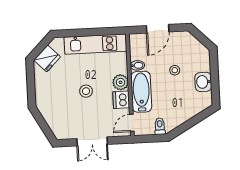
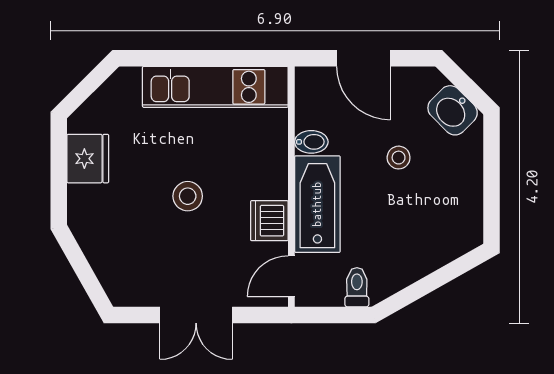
door: (158, 29) -> (363, 58), hinge flipped
fridge: (47, 58) -> (88, 159), moved, turned -45
plant: (120, 82) -> (270, 180), removed
washbasin: (203, 82) -> (453, 110), moved, turned -45

